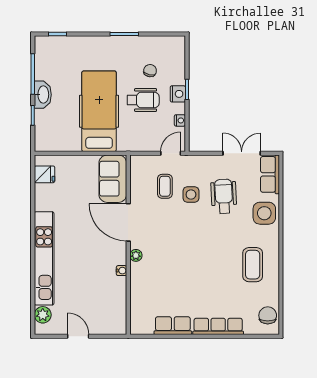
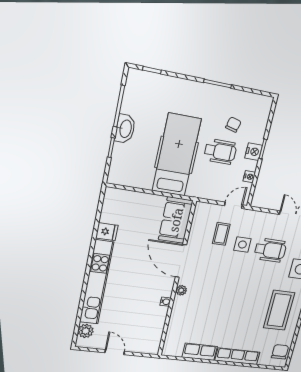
fridge: (45, 174) -> (107, 232), moved
wheelchair: (224, 196) -> (270, 250), turned 93
coffee table: (253, 265) -> (279, 310), width x1.36, depth x1.32

